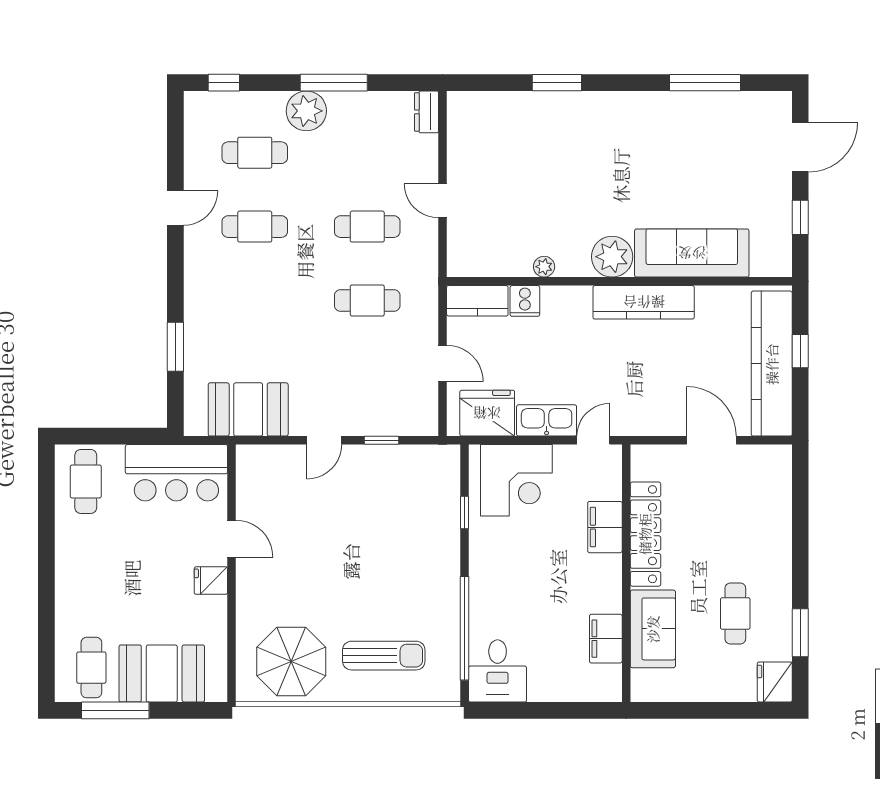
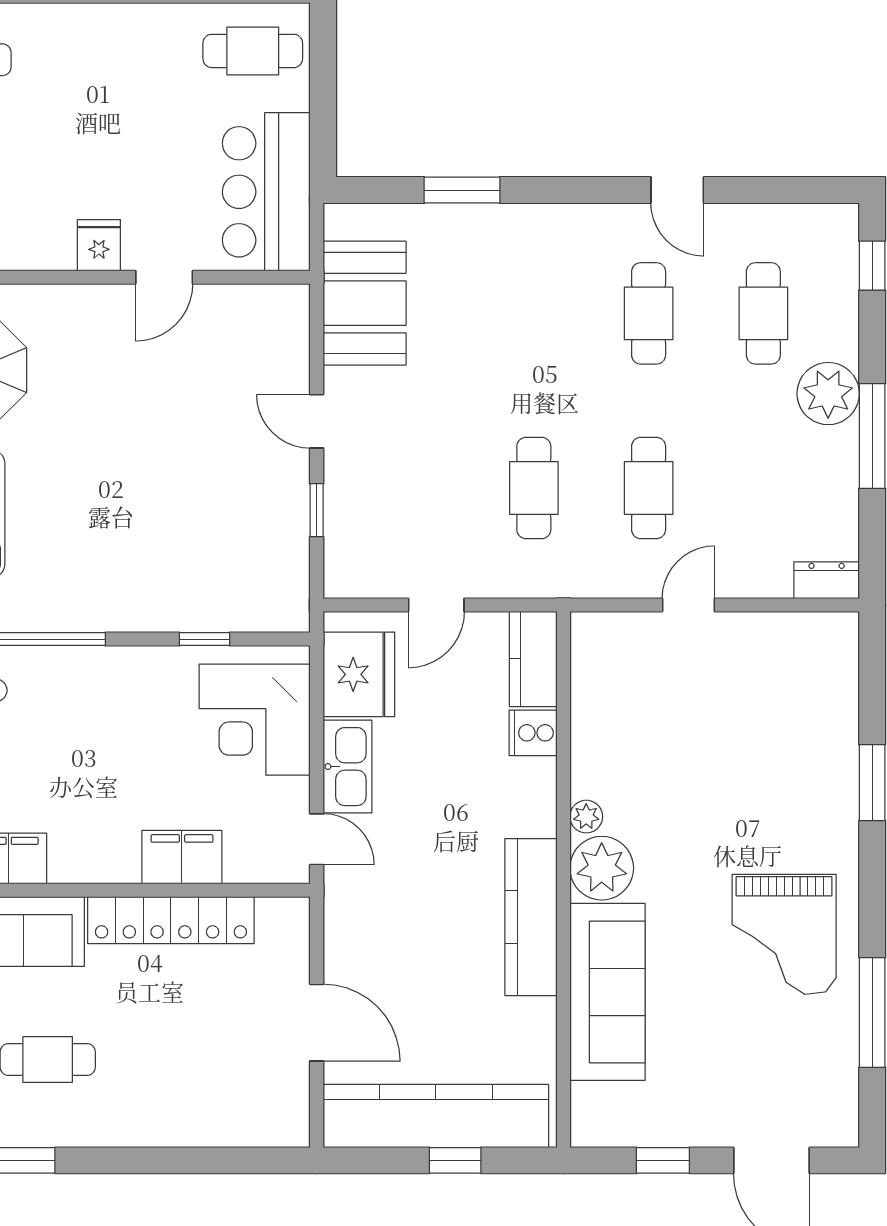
grand piano: (655, 139) -> (784, 934), added
plant: (544, 267) -> (586, 817), moved
door: (712, 440) -> (317, 1023), hinge flipped

